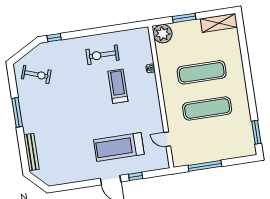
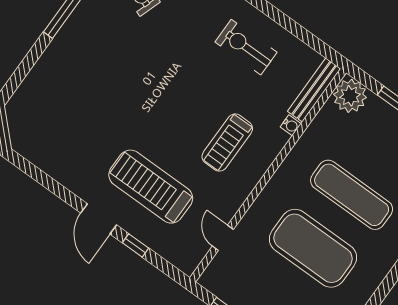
treadmill: (118, 86) -> (227, 143), moved, turned 180
exercise mat: (207, 108) -> (313, 248), width x1.47
bench: (31, 152) -> (314, 90), moved

